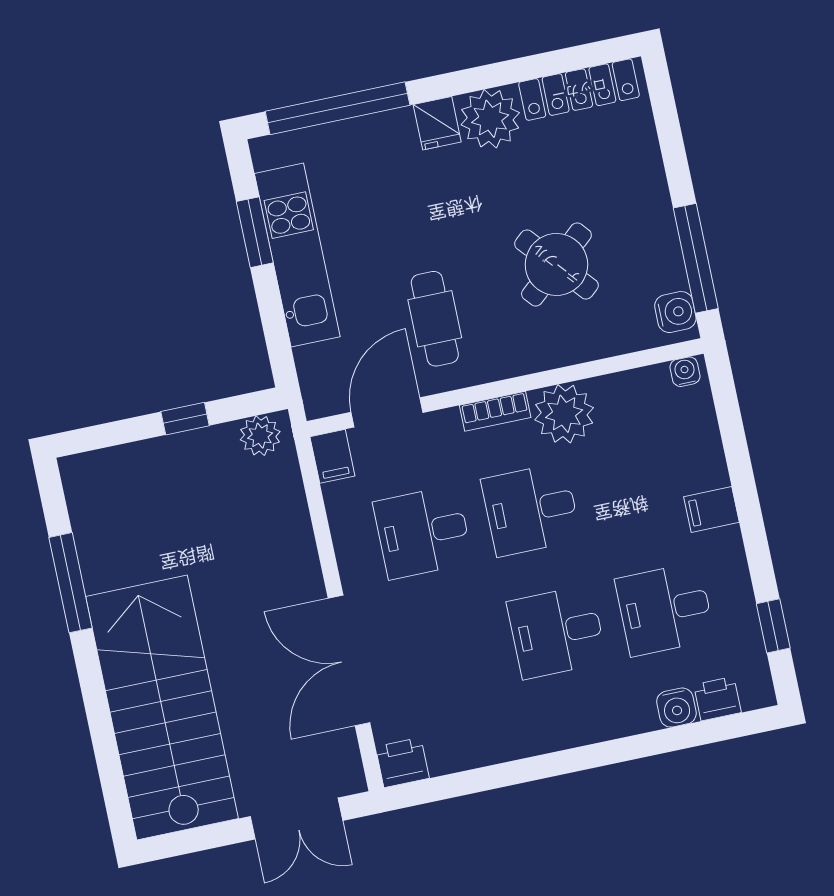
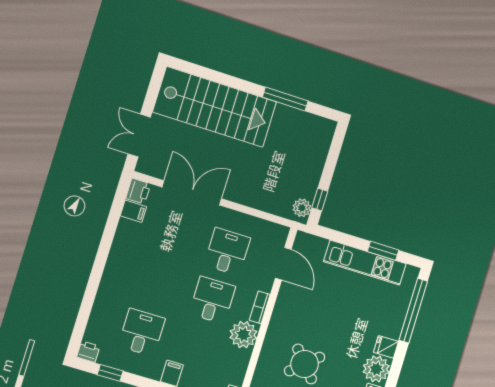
cafe table: (435, 319) -> (310, 303), removed
window: (185, 419) -> (320, 199), moved
filing cabinet: (332, 456) -> (133, 211), moved, turned 180
desk: (557, 632) -> (157, 283), removed
printer: (717, 699) -> (88, 352), moved, turned -90
water cooler: (676, 708) -> (99, 315), removed

